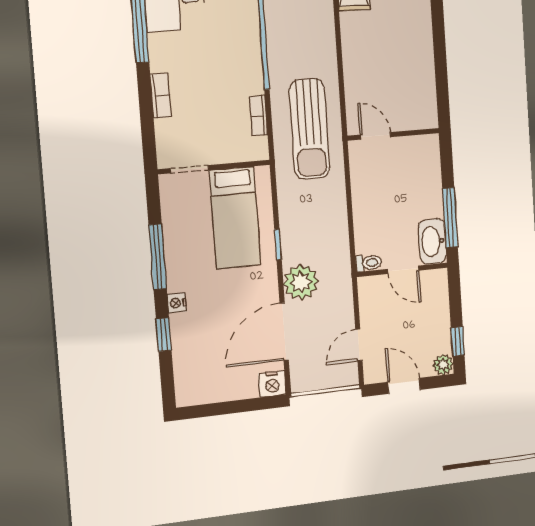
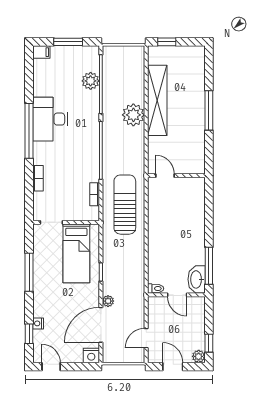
sun lounger: (310, 129) -> (125, 205), turned 180
wall: (393, 134) -> (176, 176), moved
door: (375, 136) -> (165, 176), moved
plant: (301, 282) -> (108, 301), width x0.53, depth x0.53
nightstand: (177, 303) -> (38, 323), moved
window: (164, 335) -> (29, 334), moved
door: (207, 410) -> (51, 367), added

